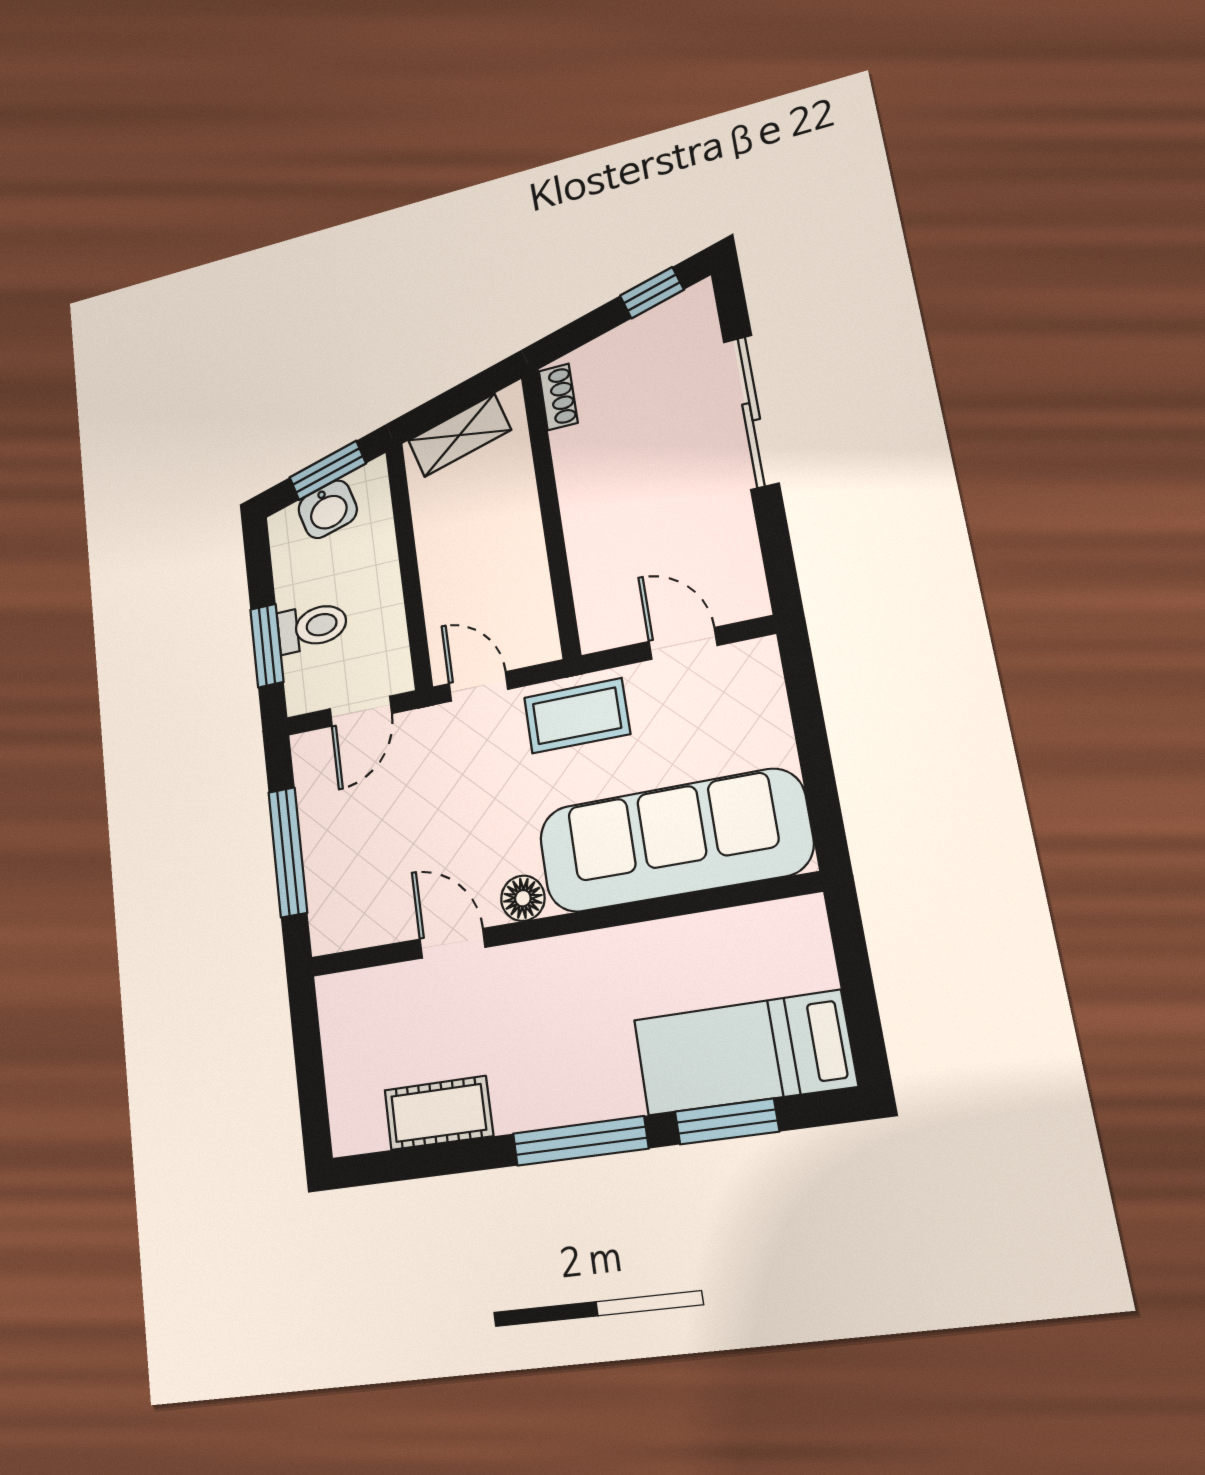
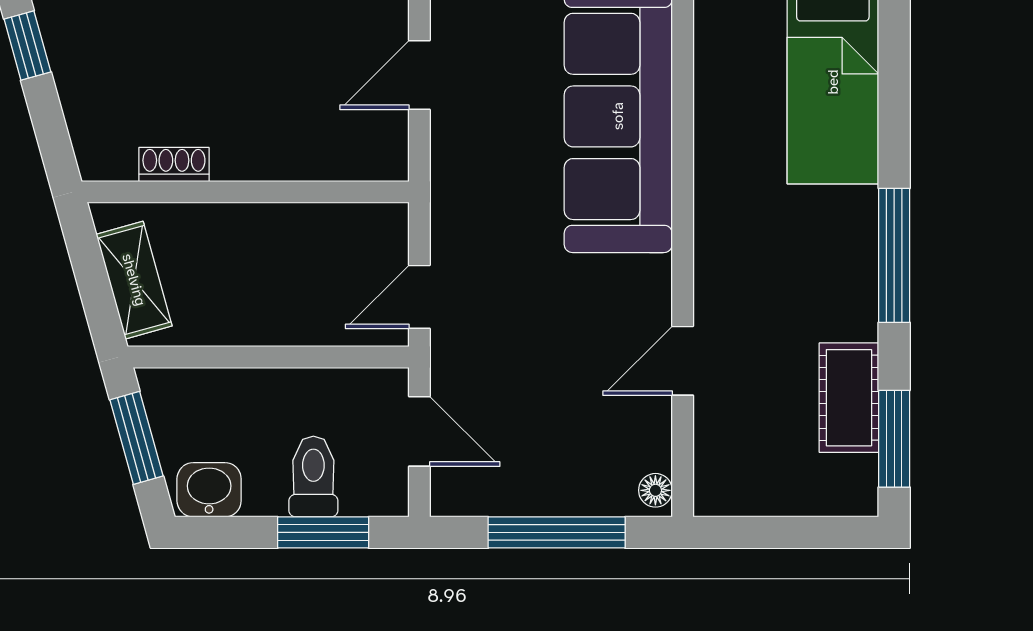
shoe rack: (558, 397) -> (174, 164), moved
washbasin: (328, 509) -> (209, 490), moved, turned -74
coffee table: (577, 716) -> (472, 196), removed
floor lamp: (523, 898) -> (655, 490), moved, width x0.73, depth x0.73
window: (727, 1122) -> (894, 439), moved

